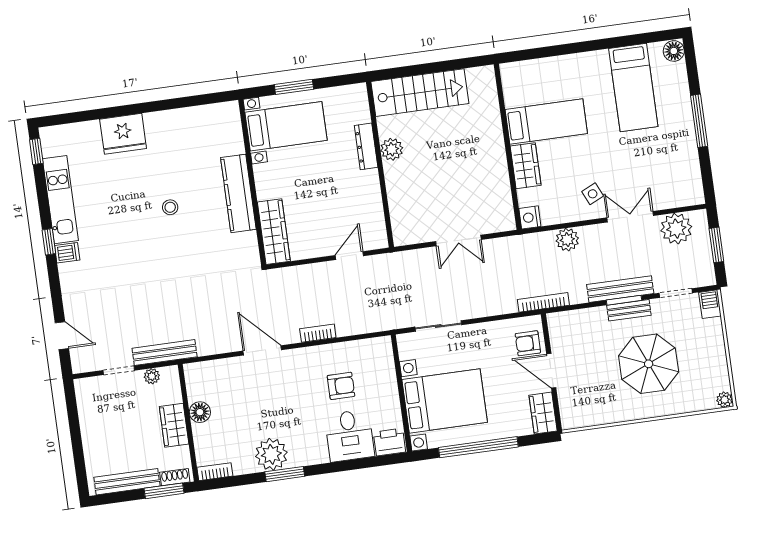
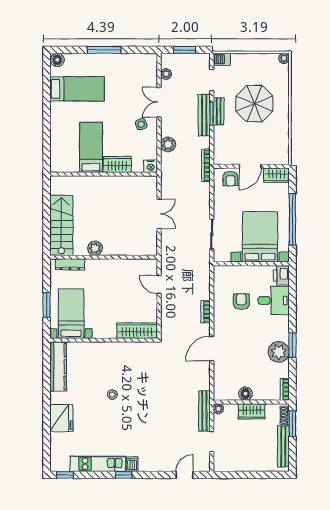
dresser: (366, 146) -> (70, 264), moved
kitchen counter: (238, 193) -> (58, 367), moved, turned -90
plant: (676, 229) -> (166, 74), width x0.53, depth x0.53
plant: (152, 376) -> (218, 409), moved

